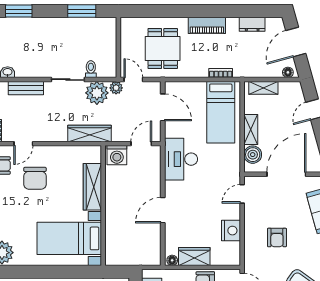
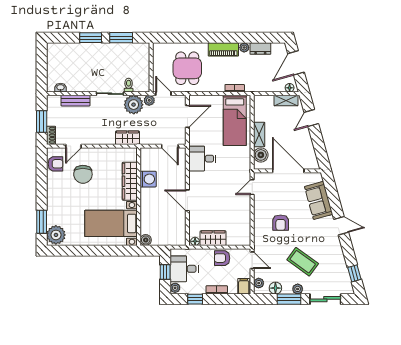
window: (19, 11) -> (91, 38), moved
plant: (232, 23) -> (244, 48), added
shelving: (263, 88) -> (286, 100), moved
door: (163, 107) -> (187, 116), hinge flipped
wardrobe: (90, 133) -> (127, 138), width x0.67
door: (141, 144) -> (170, 146), swing flipped
washing machine: (117, 155) -> (148, 179), moved, turned -90
desk: (181, 159) -> (202, 159), width x0.73
door: (286, 174) -> (288, 171), hinge flipped
door: (163, 210) -> (187, 200), hinge flipped
nightstand: (231, 231) -> (243, 217), removed
boiler: (112, 259) -> (146, 240), added

